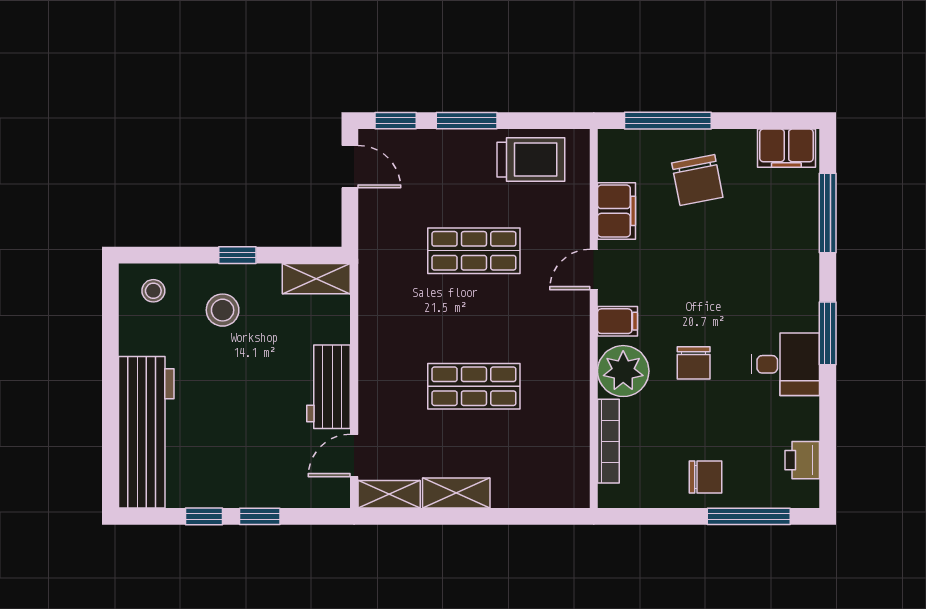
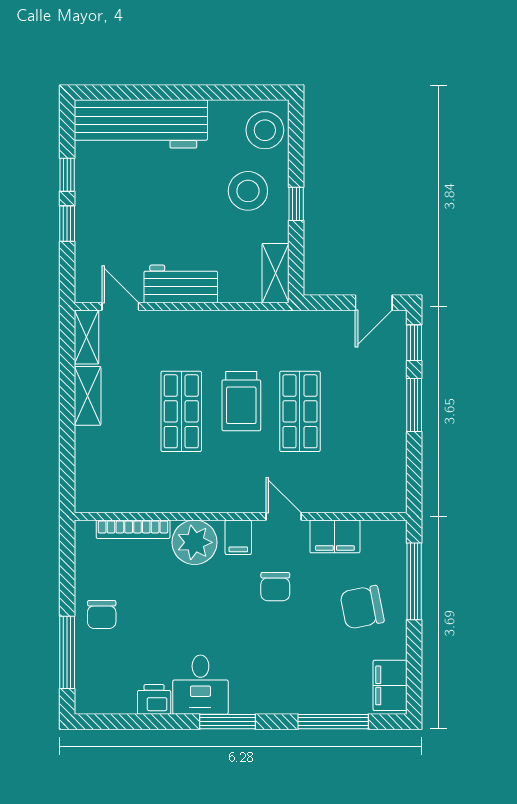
trolley: (531, 160) -> (241, 401), moved
stool: (153, 291) -> (265, 130), width x1.89, depth x1.89
stool: (223, 310) -> (248, 191), width x1.38, depth x1.38
chair: (694, 363) -> (275, 587), moved, turned -90
printer: (802, 460) -> (154, 699), moved

